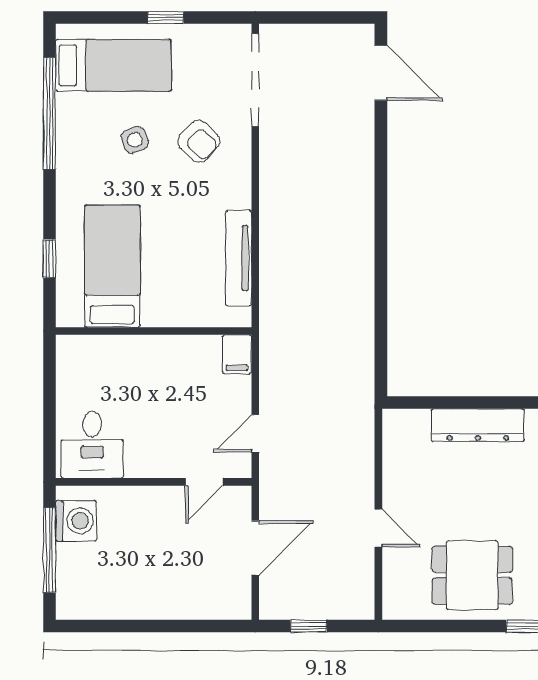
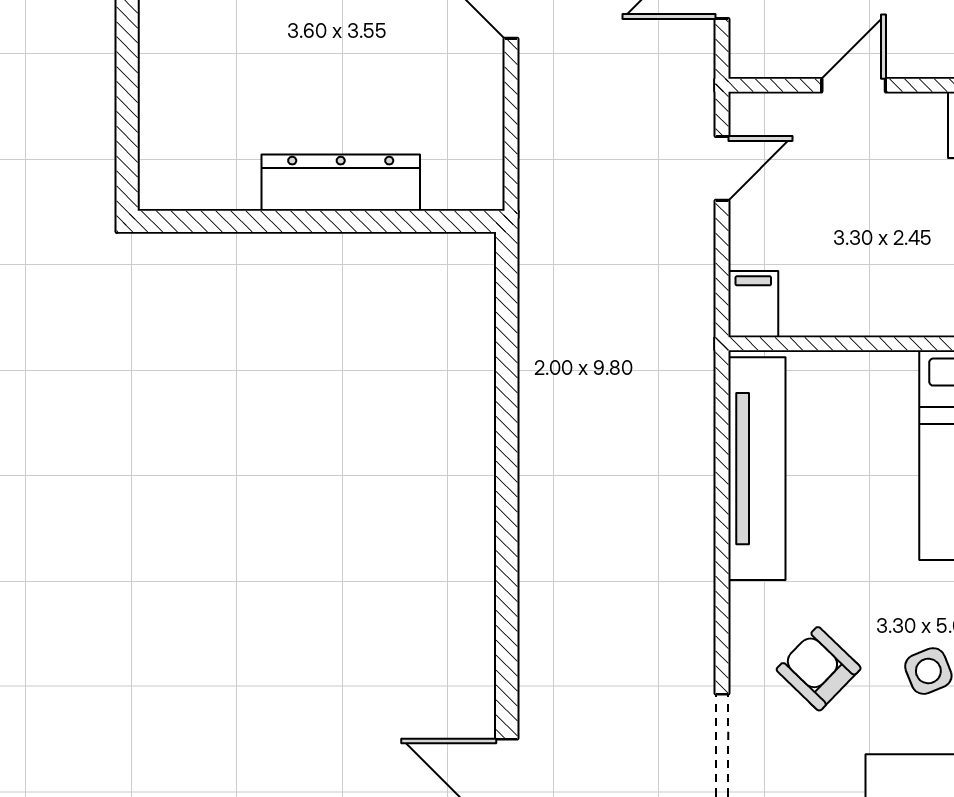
tv unit: (239, 258) -> (757, 469), width x1.36, depth x1.29
door: (204, 482) -> (854, 85), moved

